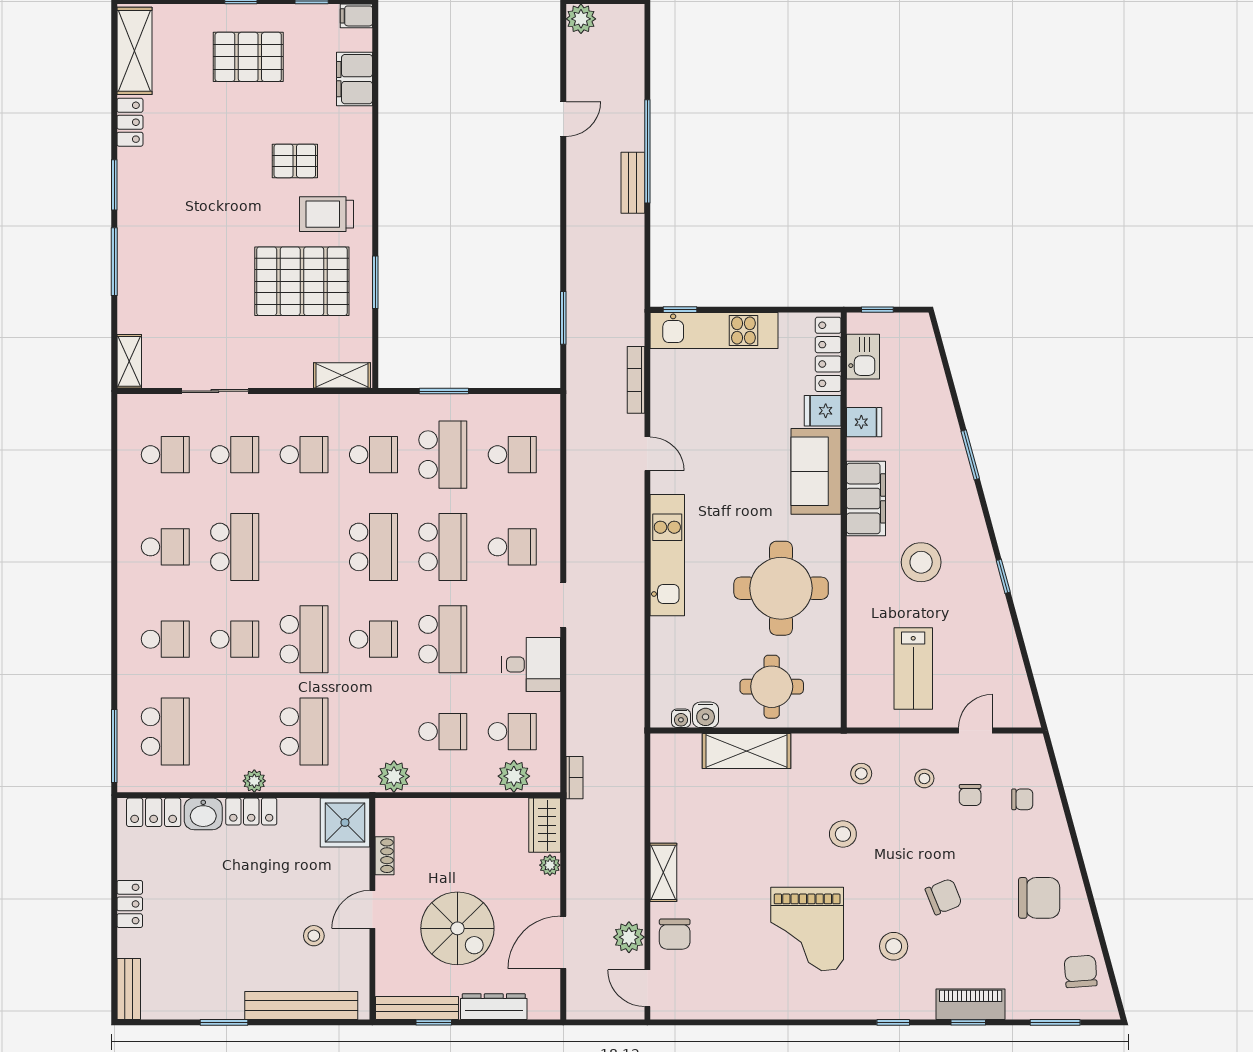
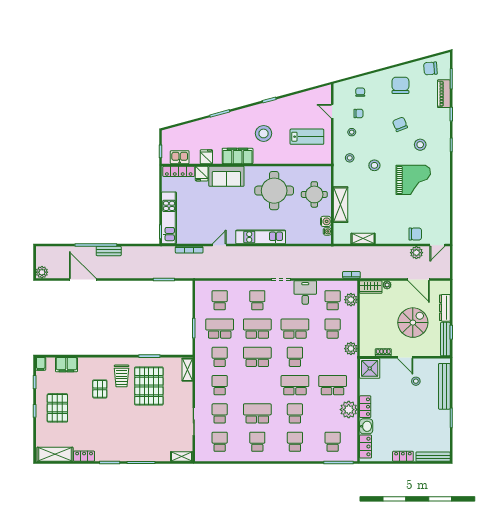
door: (563, 119) -> (83, 279), width x1.88
school desk: (165, 732) -> (333, 442), width x0.54
plant: (254, 781) -> (349, 410), width x1.87, depth x1.87
shelving: (663, 872) -> (363, 239), moved
bench: (129, 989) -> (433, 457), width x1.36
piano: (971, 1004) -> (444, 94), moved

